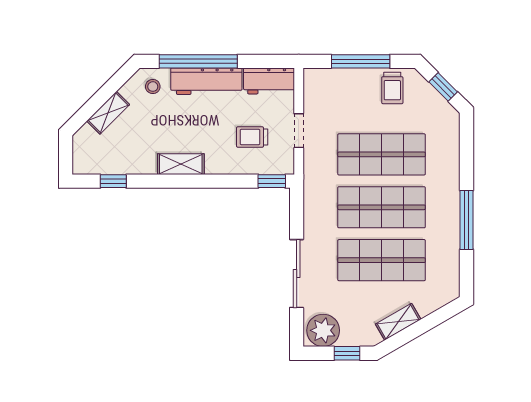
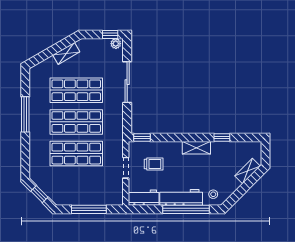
trolley: (392, 88) -> (70, 193), removed
shelving: (108, 113) -> (248, 171), moved
window: (113, 181) -> (222, 138), moved
plant: (323, 330) -> (116, 44), width x0.53, depth x0.53
window: (347, 353) -> (110, 34), moved

